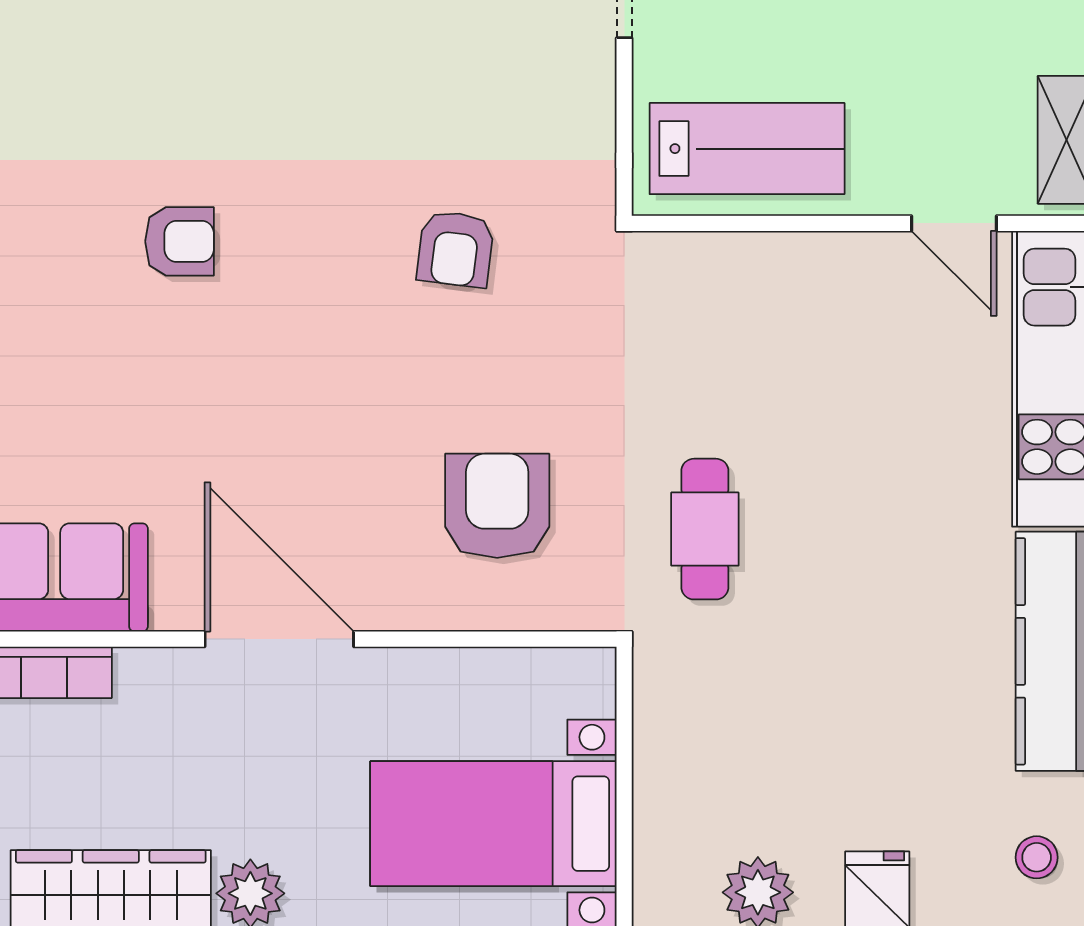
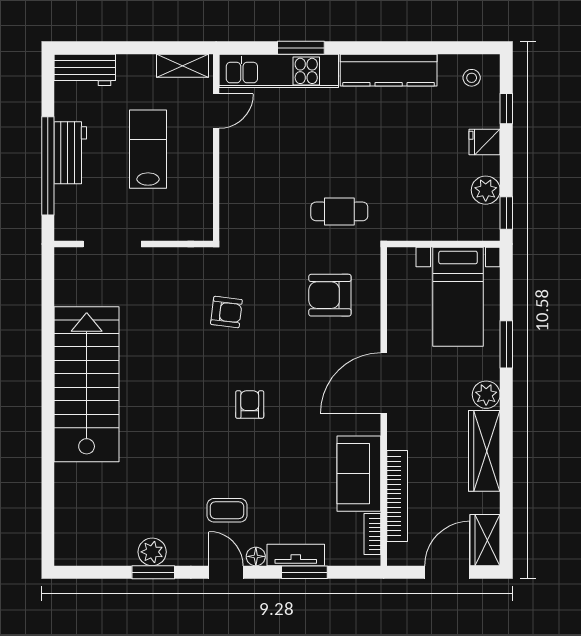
lab bench: (747, 149) -> (148, 149), moved
armchair: (180, 241) -> (250, 405), moved

